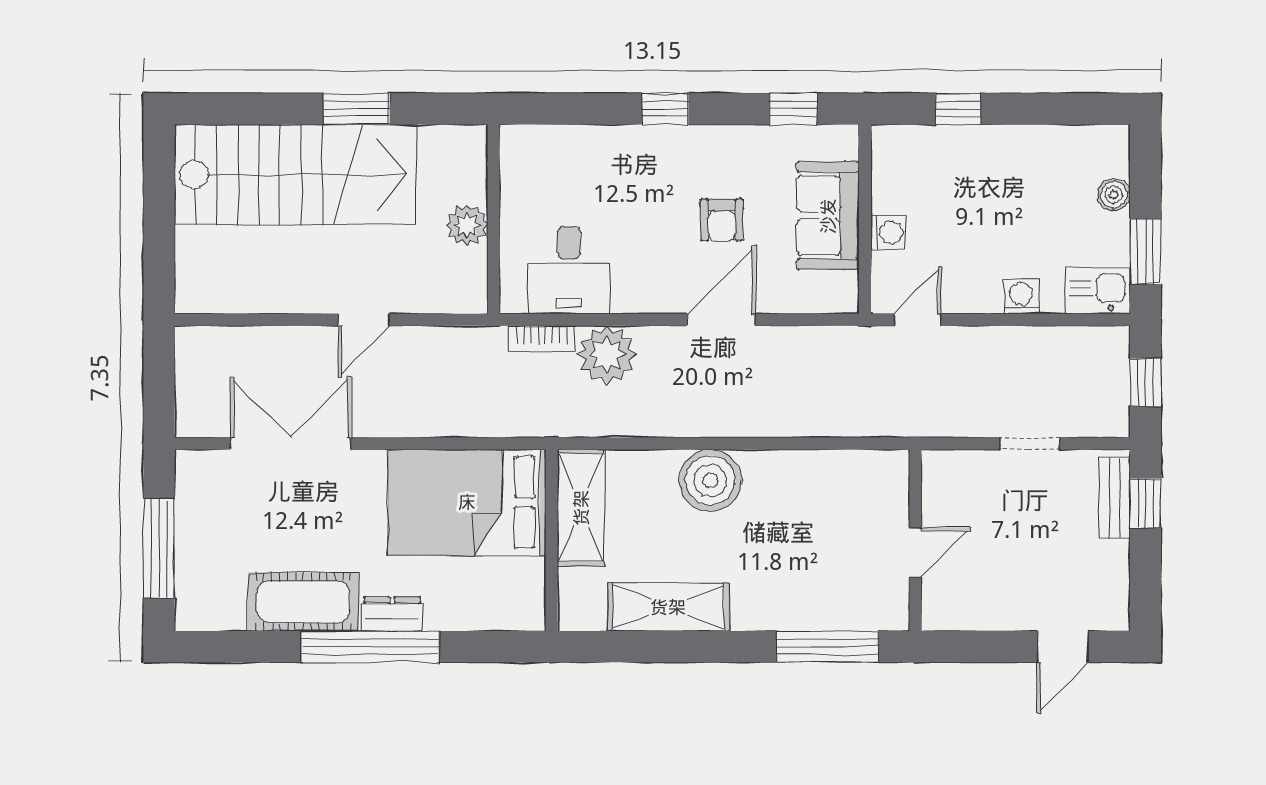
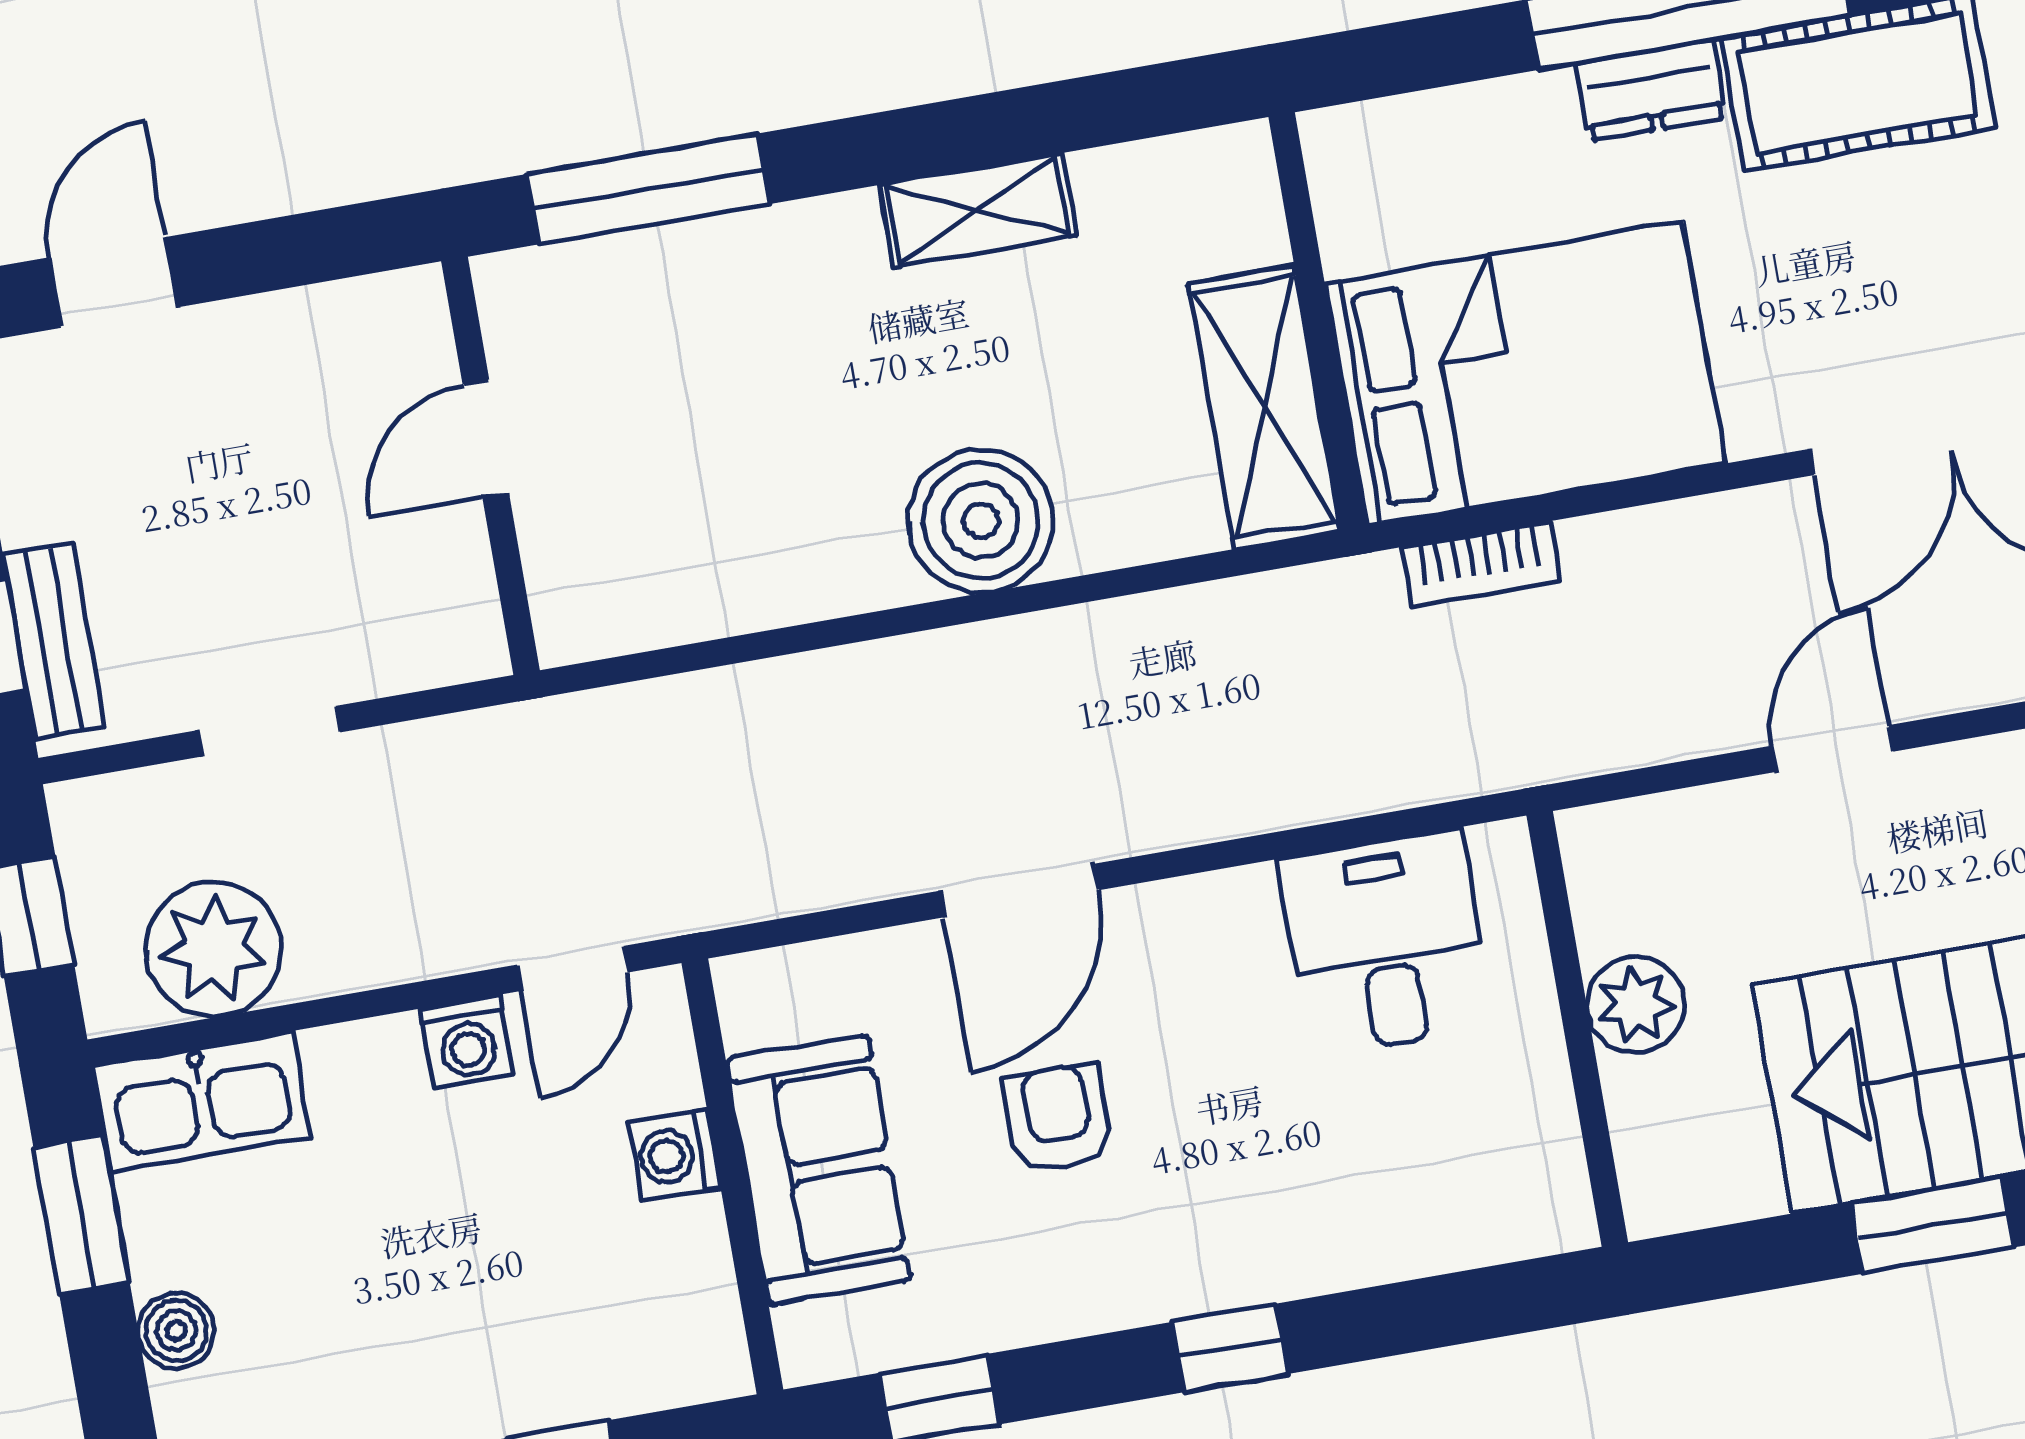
kitchen sink: (1098, 291) -> (202, 1101), width x1.38
washing machine: (1021, 296) -> (467, 1041), moved
bookcase: (542, 339) -> (1480, 564), moved, turned 180
plant: (607, 355) -> (213, 949), moved
shelving: (668, 607) -> (978, 210), width x0.67, depth x0.75

